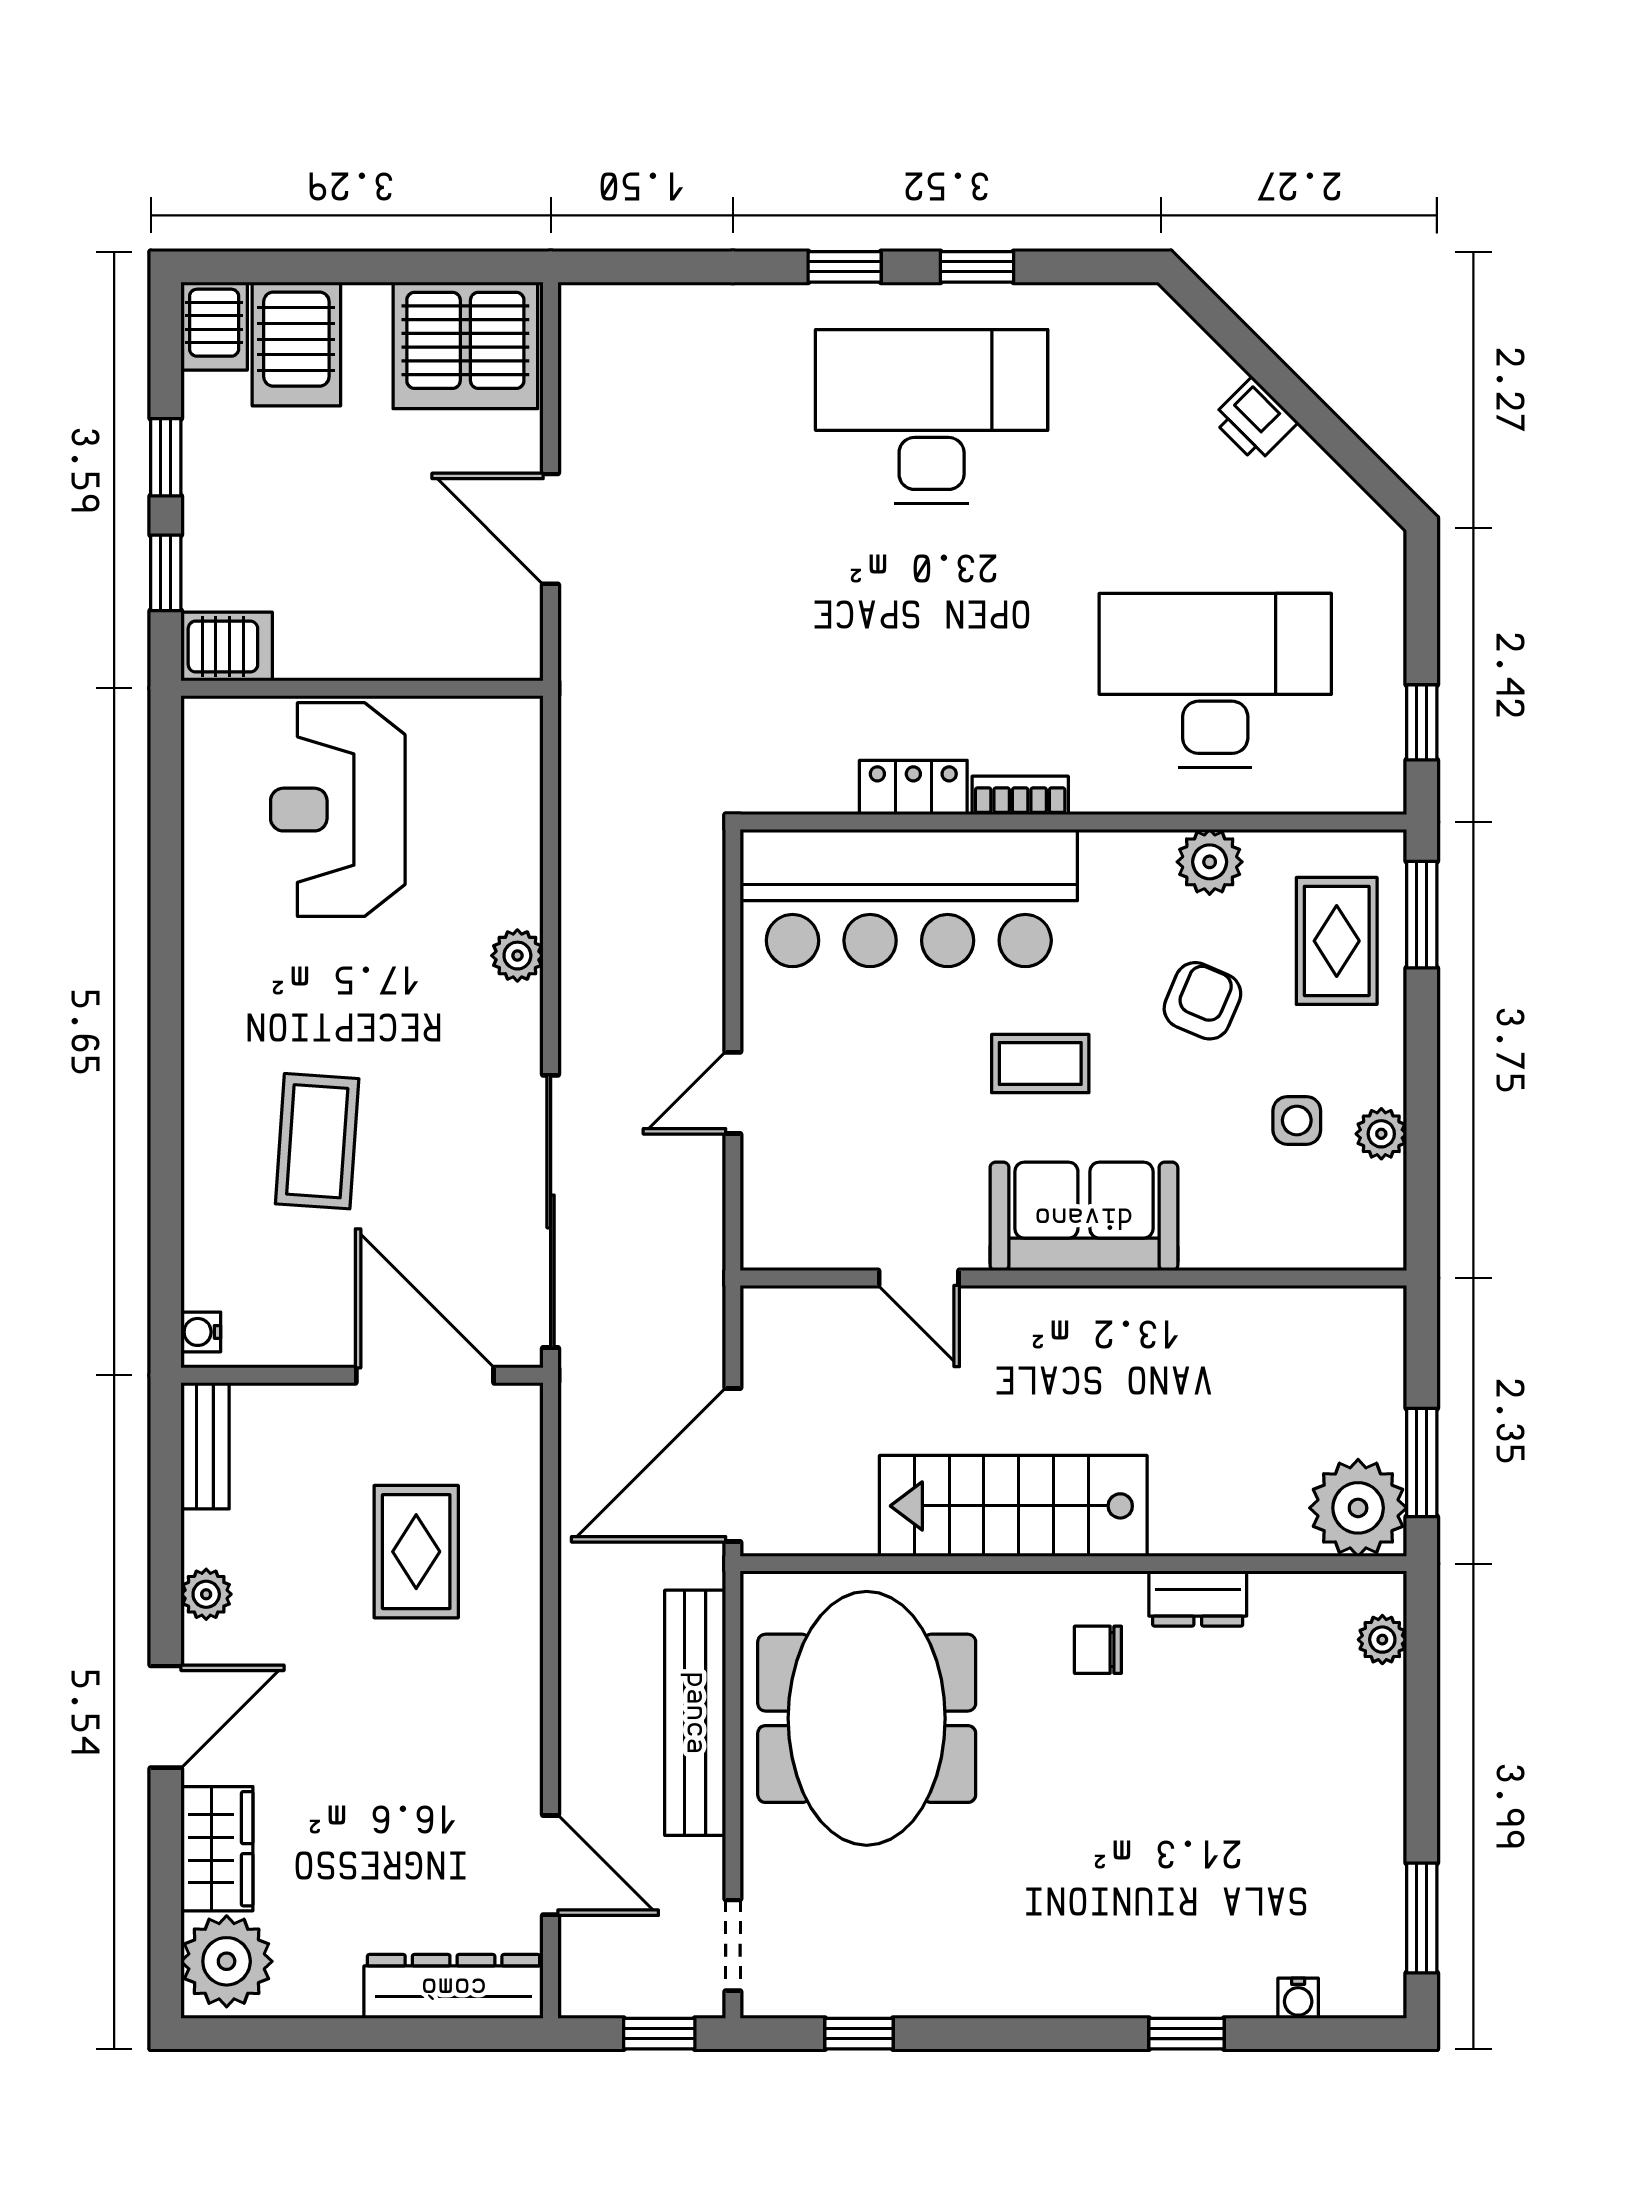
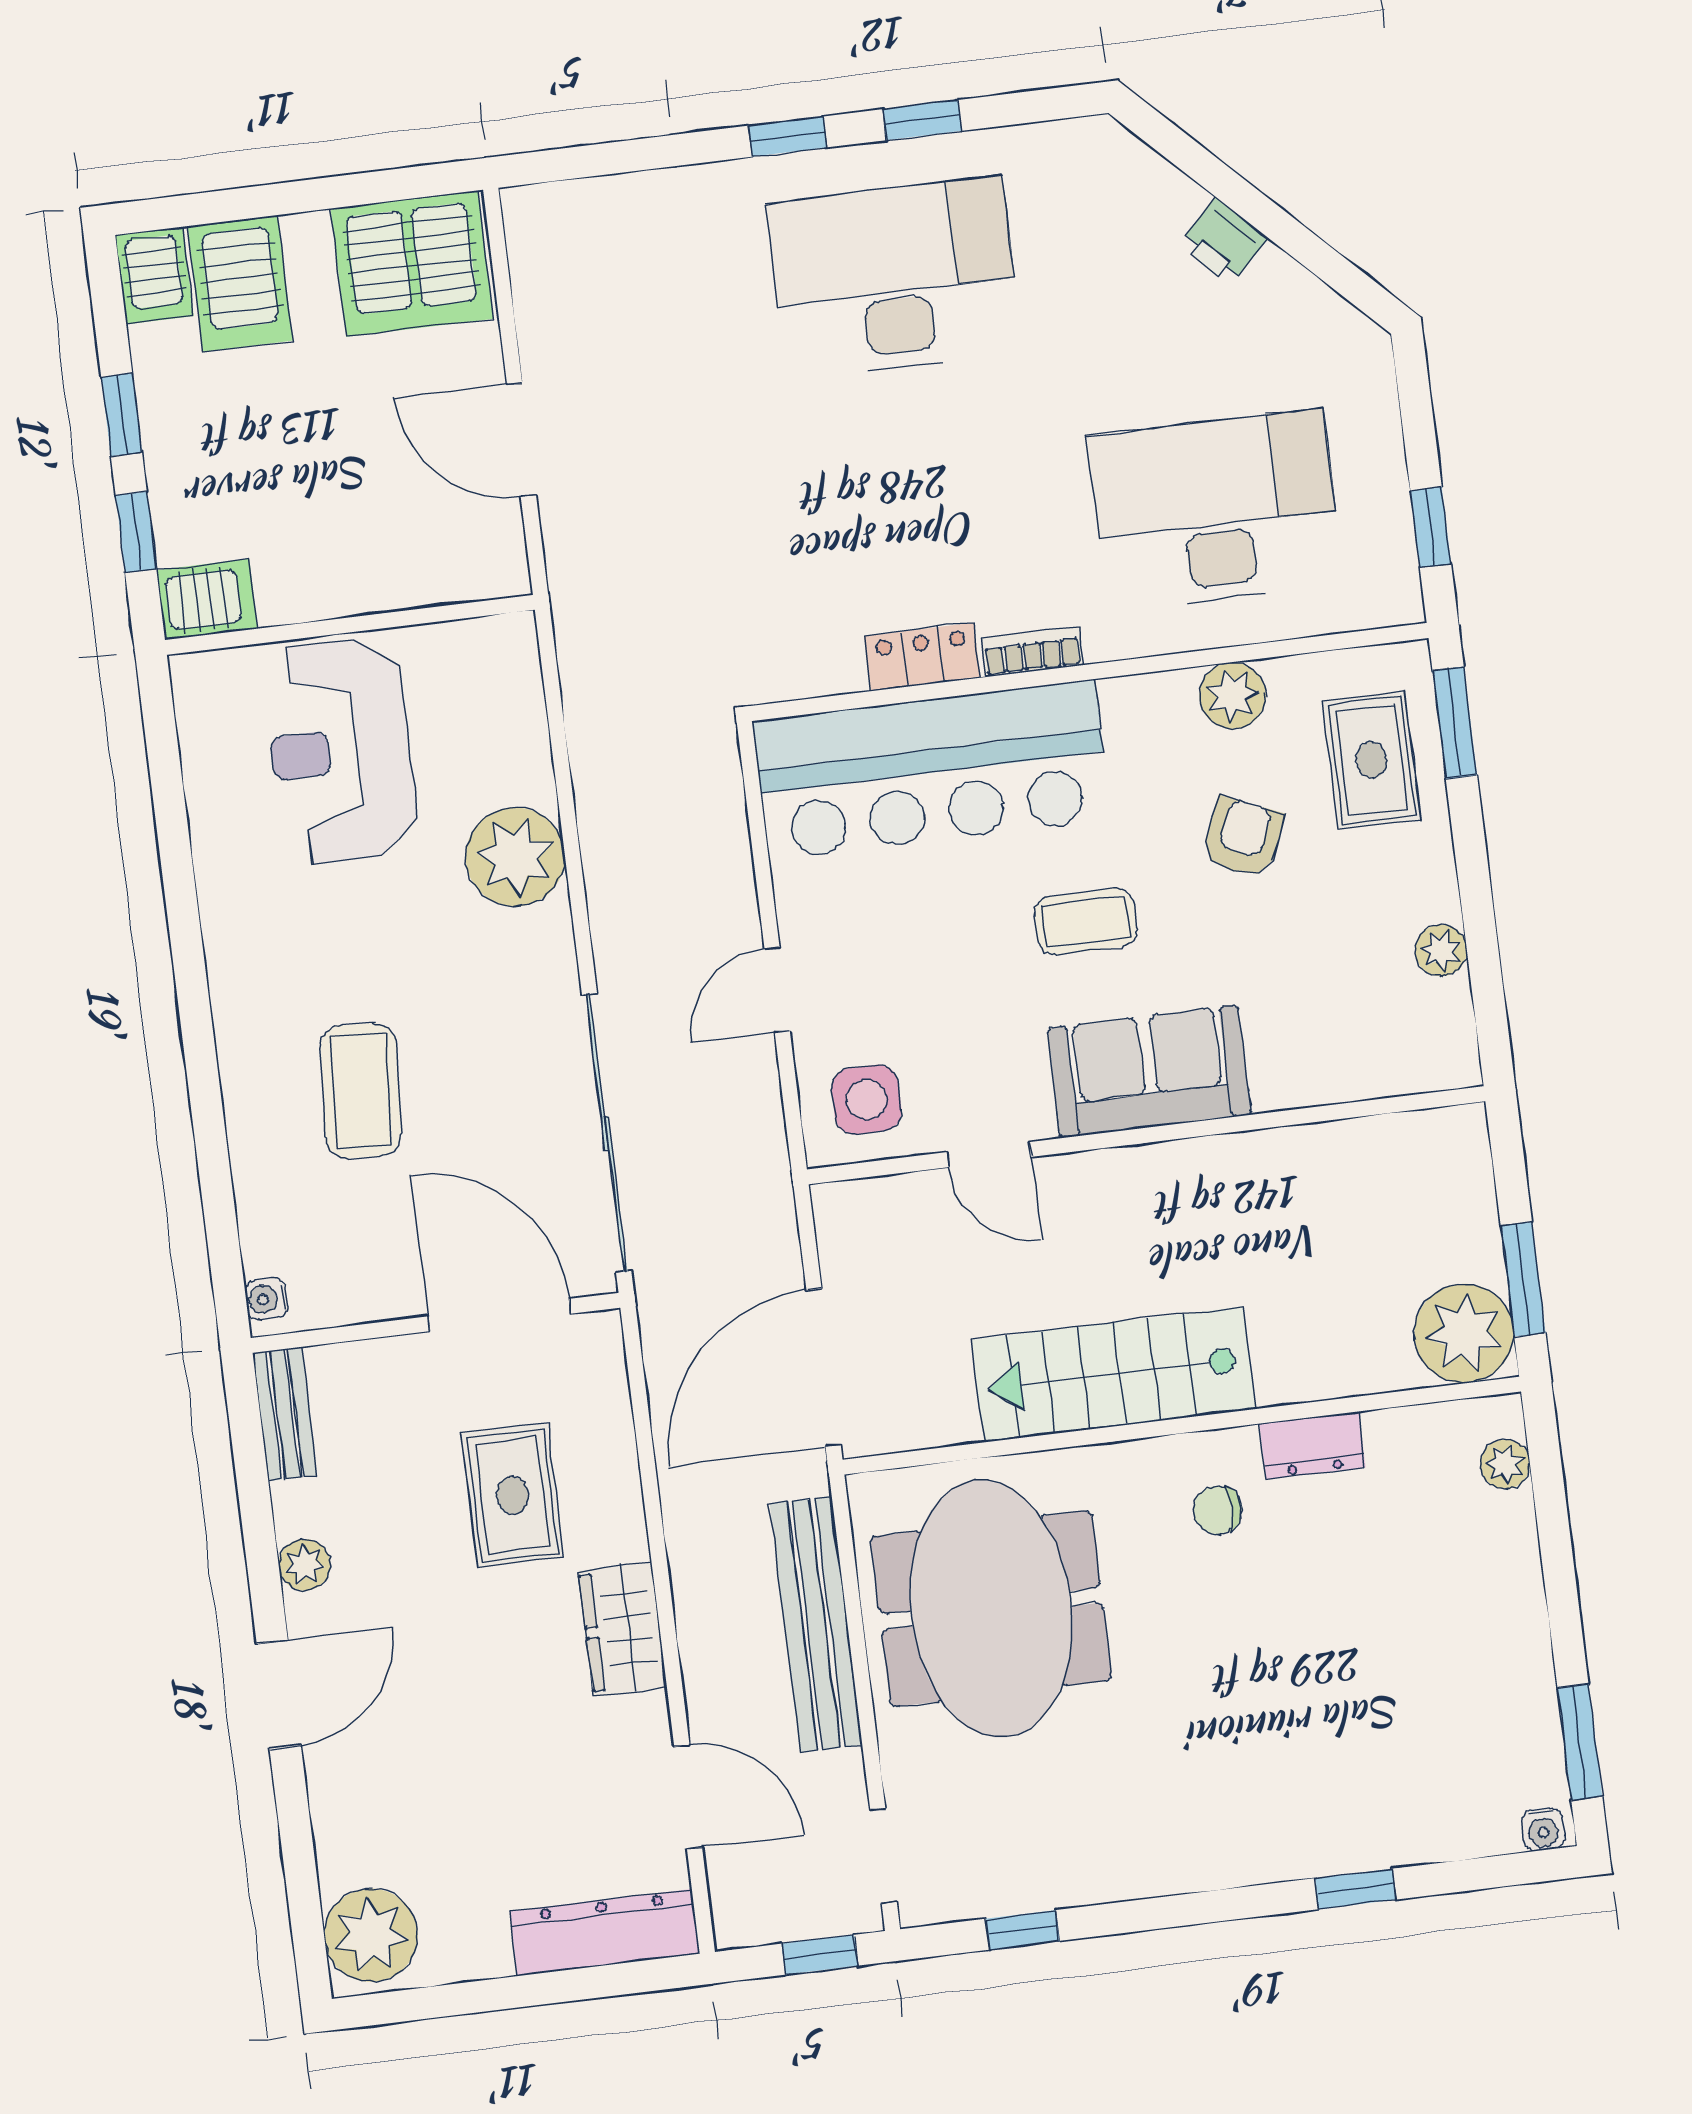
plant: (517, 956) -> (515, 857), width x1.88, depth x1.88
side table: (1297, 1120) -> (866, 1100), moved, width x1.37, depth x1.37
wardrobe: (217, 1849) -> (623, 1629), moved, turned 180
water cooler: (1298, 1998) -> (1543, 1829), moved

